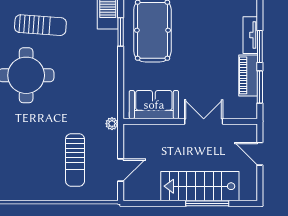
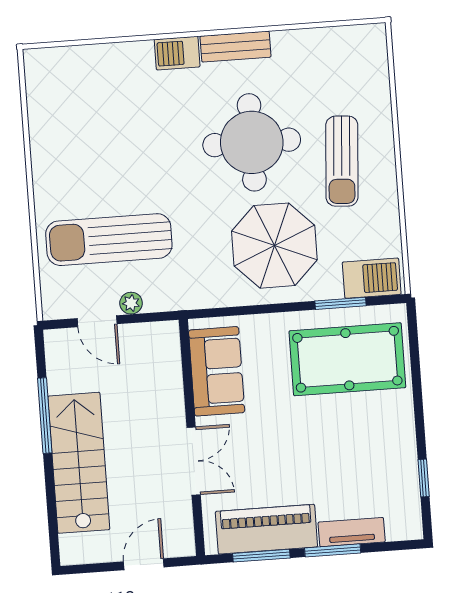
parasol: (85, 67) -> (274, 246), added
piano: (248, 75) -> (266, 529), width x1.37, depth x1.33
plant: (112, 124) -> (131, 303), moved
sun lounger: (75, 160) -> (109, 240), width x1.36, depth x1.34
window: (207, 203) -> (45, 416), moved

